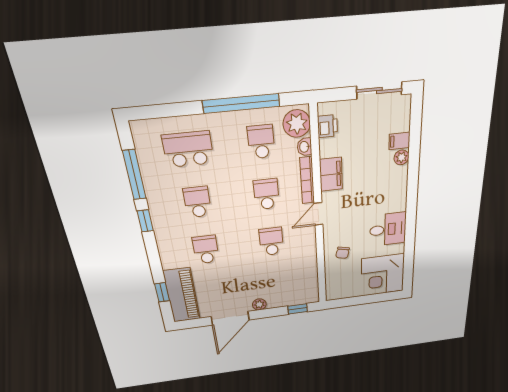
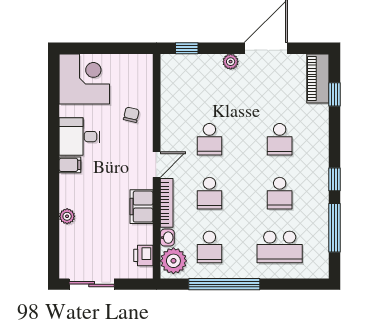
filing cabinet: (399, 141) -> (70, 165), moved
piano: (182, 295) -> (318, 78), width x0.73, depth x0.75

